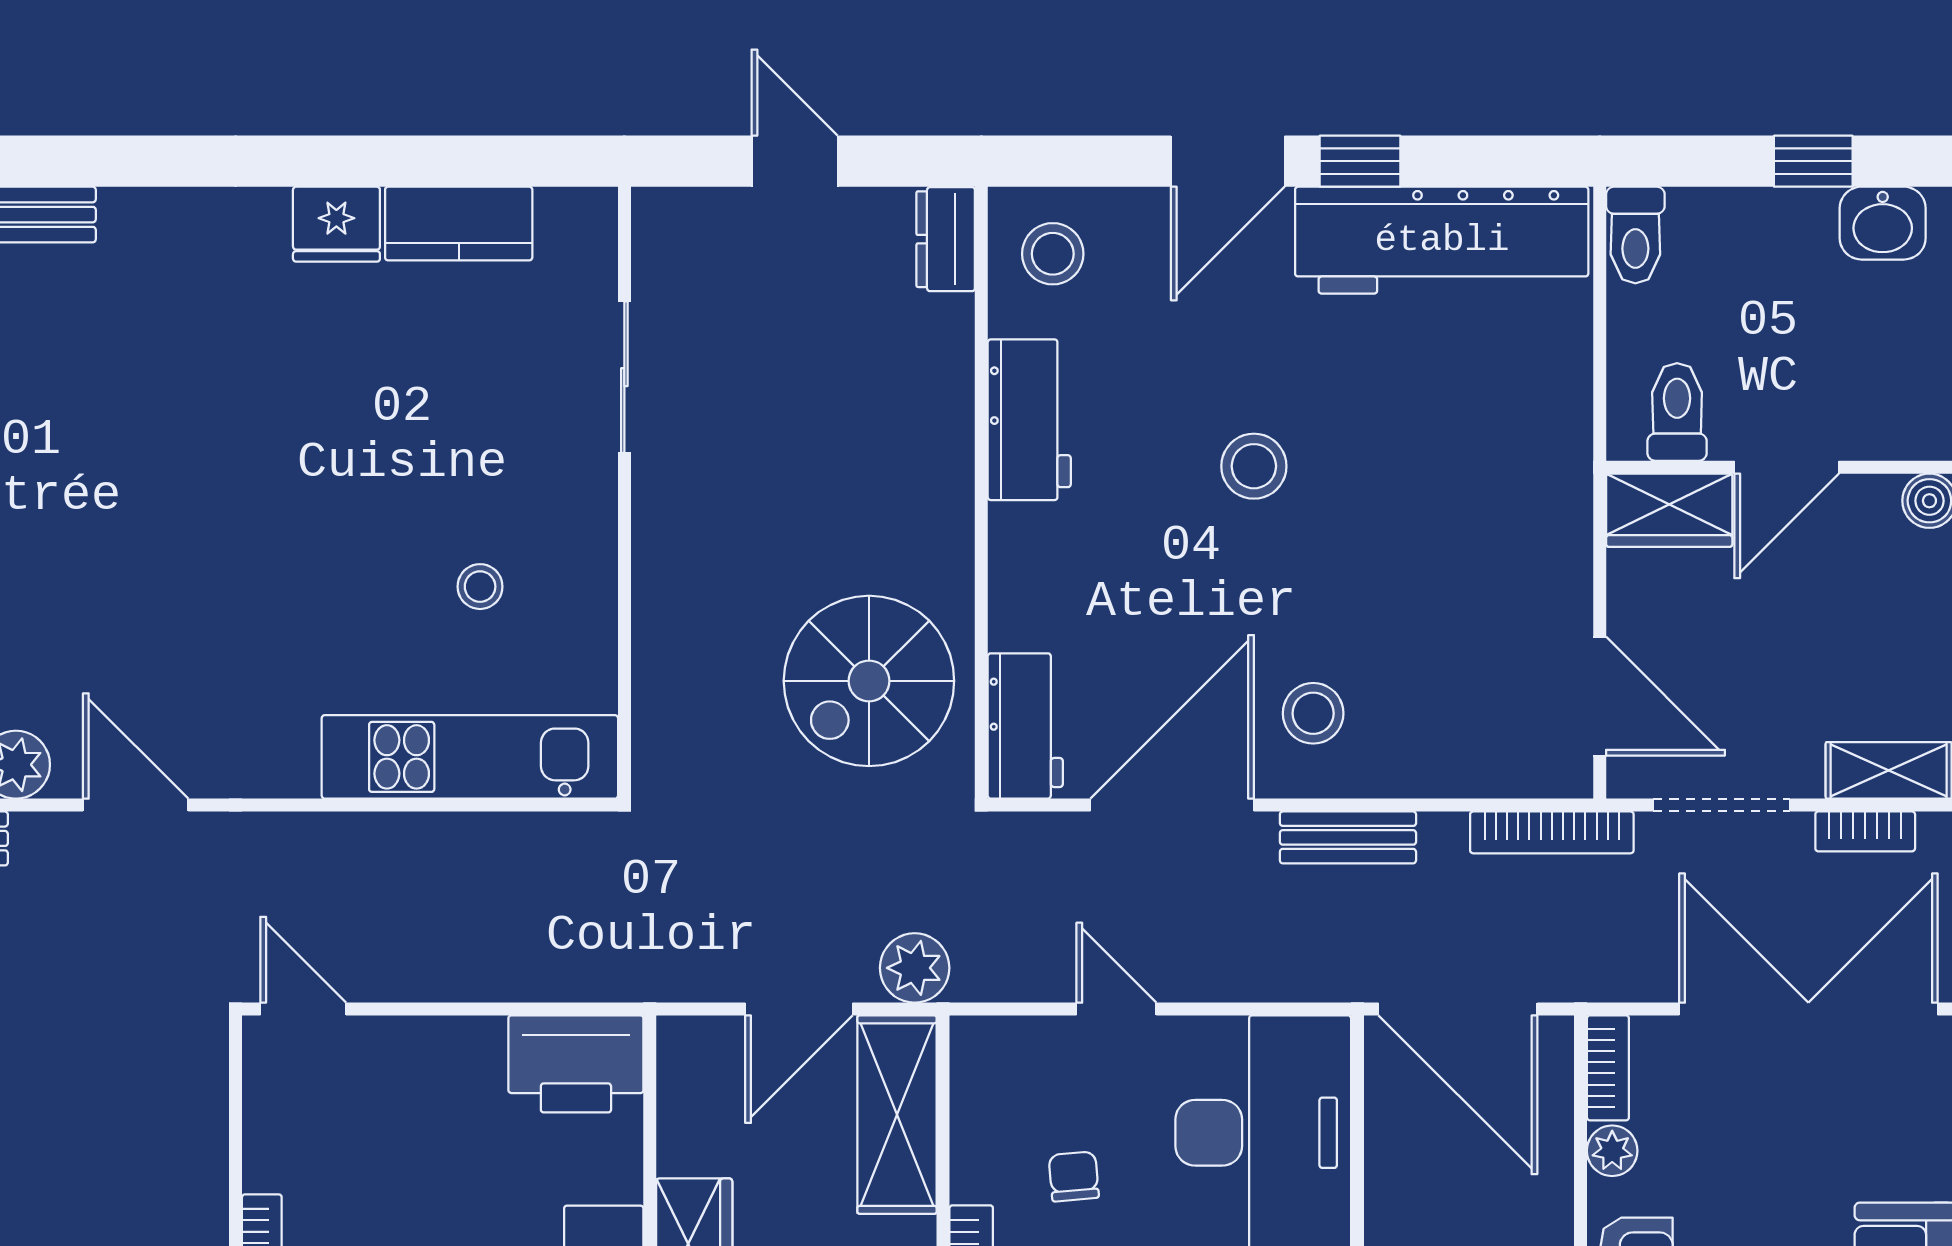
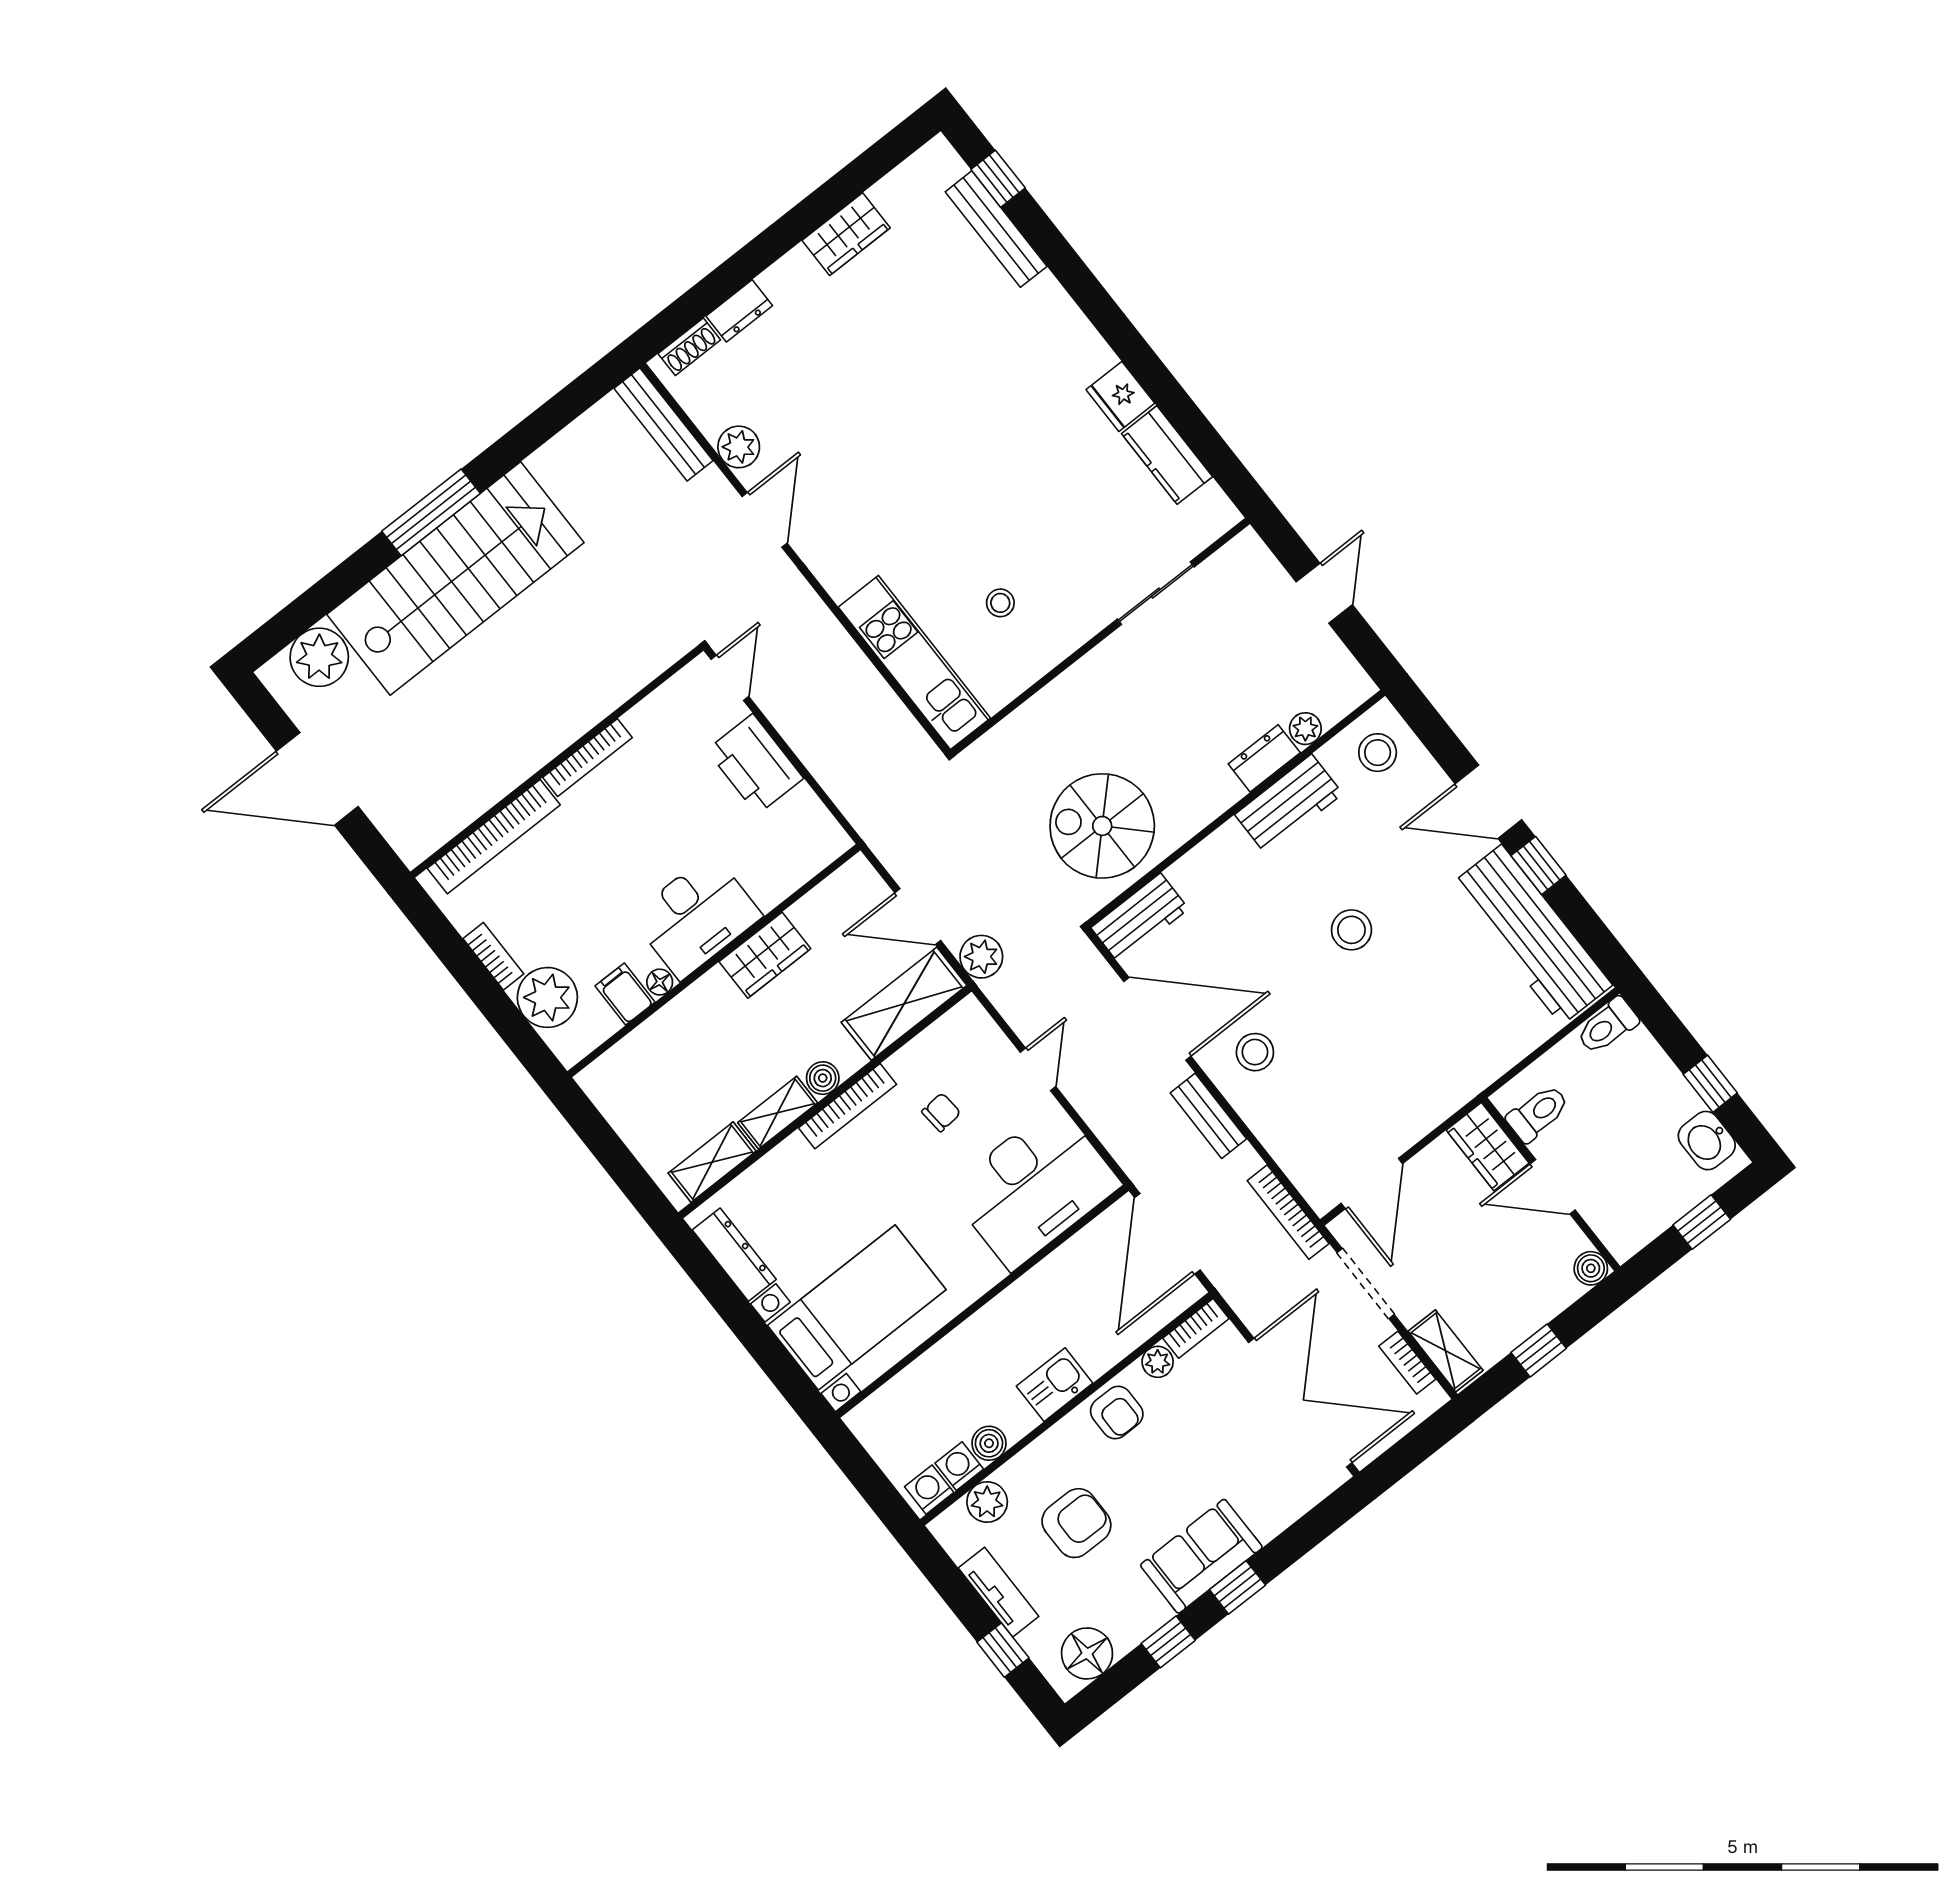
dresser: (946, 239) -> (1264, 758), moved
plant: (949, 322) -> (1305, 729), added
printer: (576, 1064) -> (755, 764), moved

